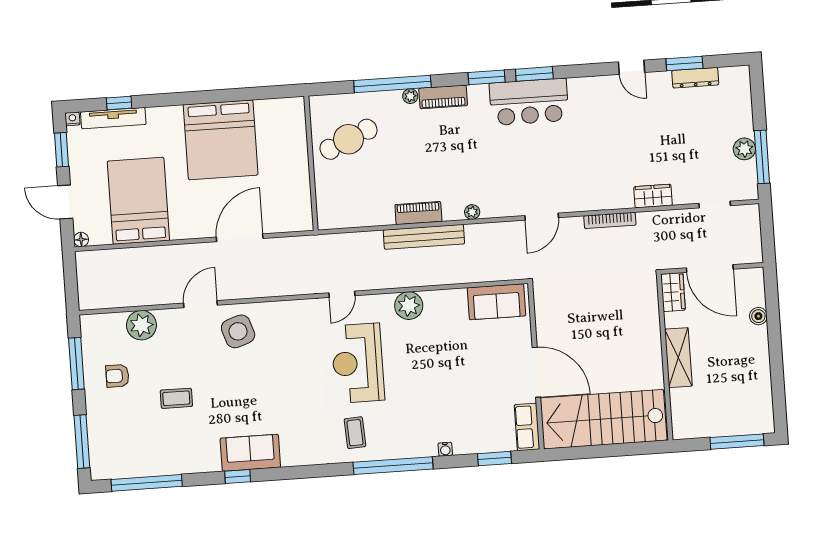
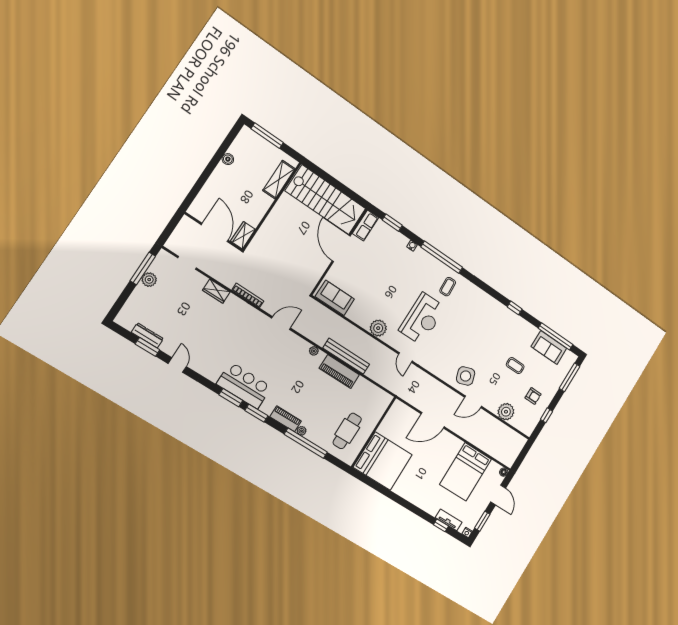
tv unit: (113, 118) -> (449, 520), width x0.71
cafe table: (349, 139) -> (347, 431), turned -66
bed: (221, 140) -> (383, 461), moved, turned 90
piano: (418, 213) -> (339, 372), width x1.37, depth x1.33
door: (342, 294) -> (405, 358), swing flipped
boiler: (758, 316) -> (228, 159), moved
shelving: (678, 358) -> (279, 180), moved
window: (76, 364) -> (546, 415), width x0.46
sofa: (250, 453) -> (549, 347), moved

